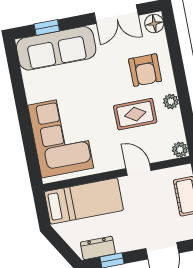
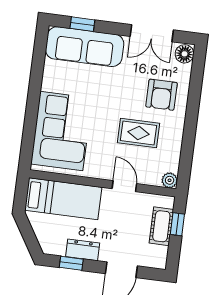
plant: (171, 101) -> (176, 132), removed
dresser: (98, 248) -> (83, 250), moved

